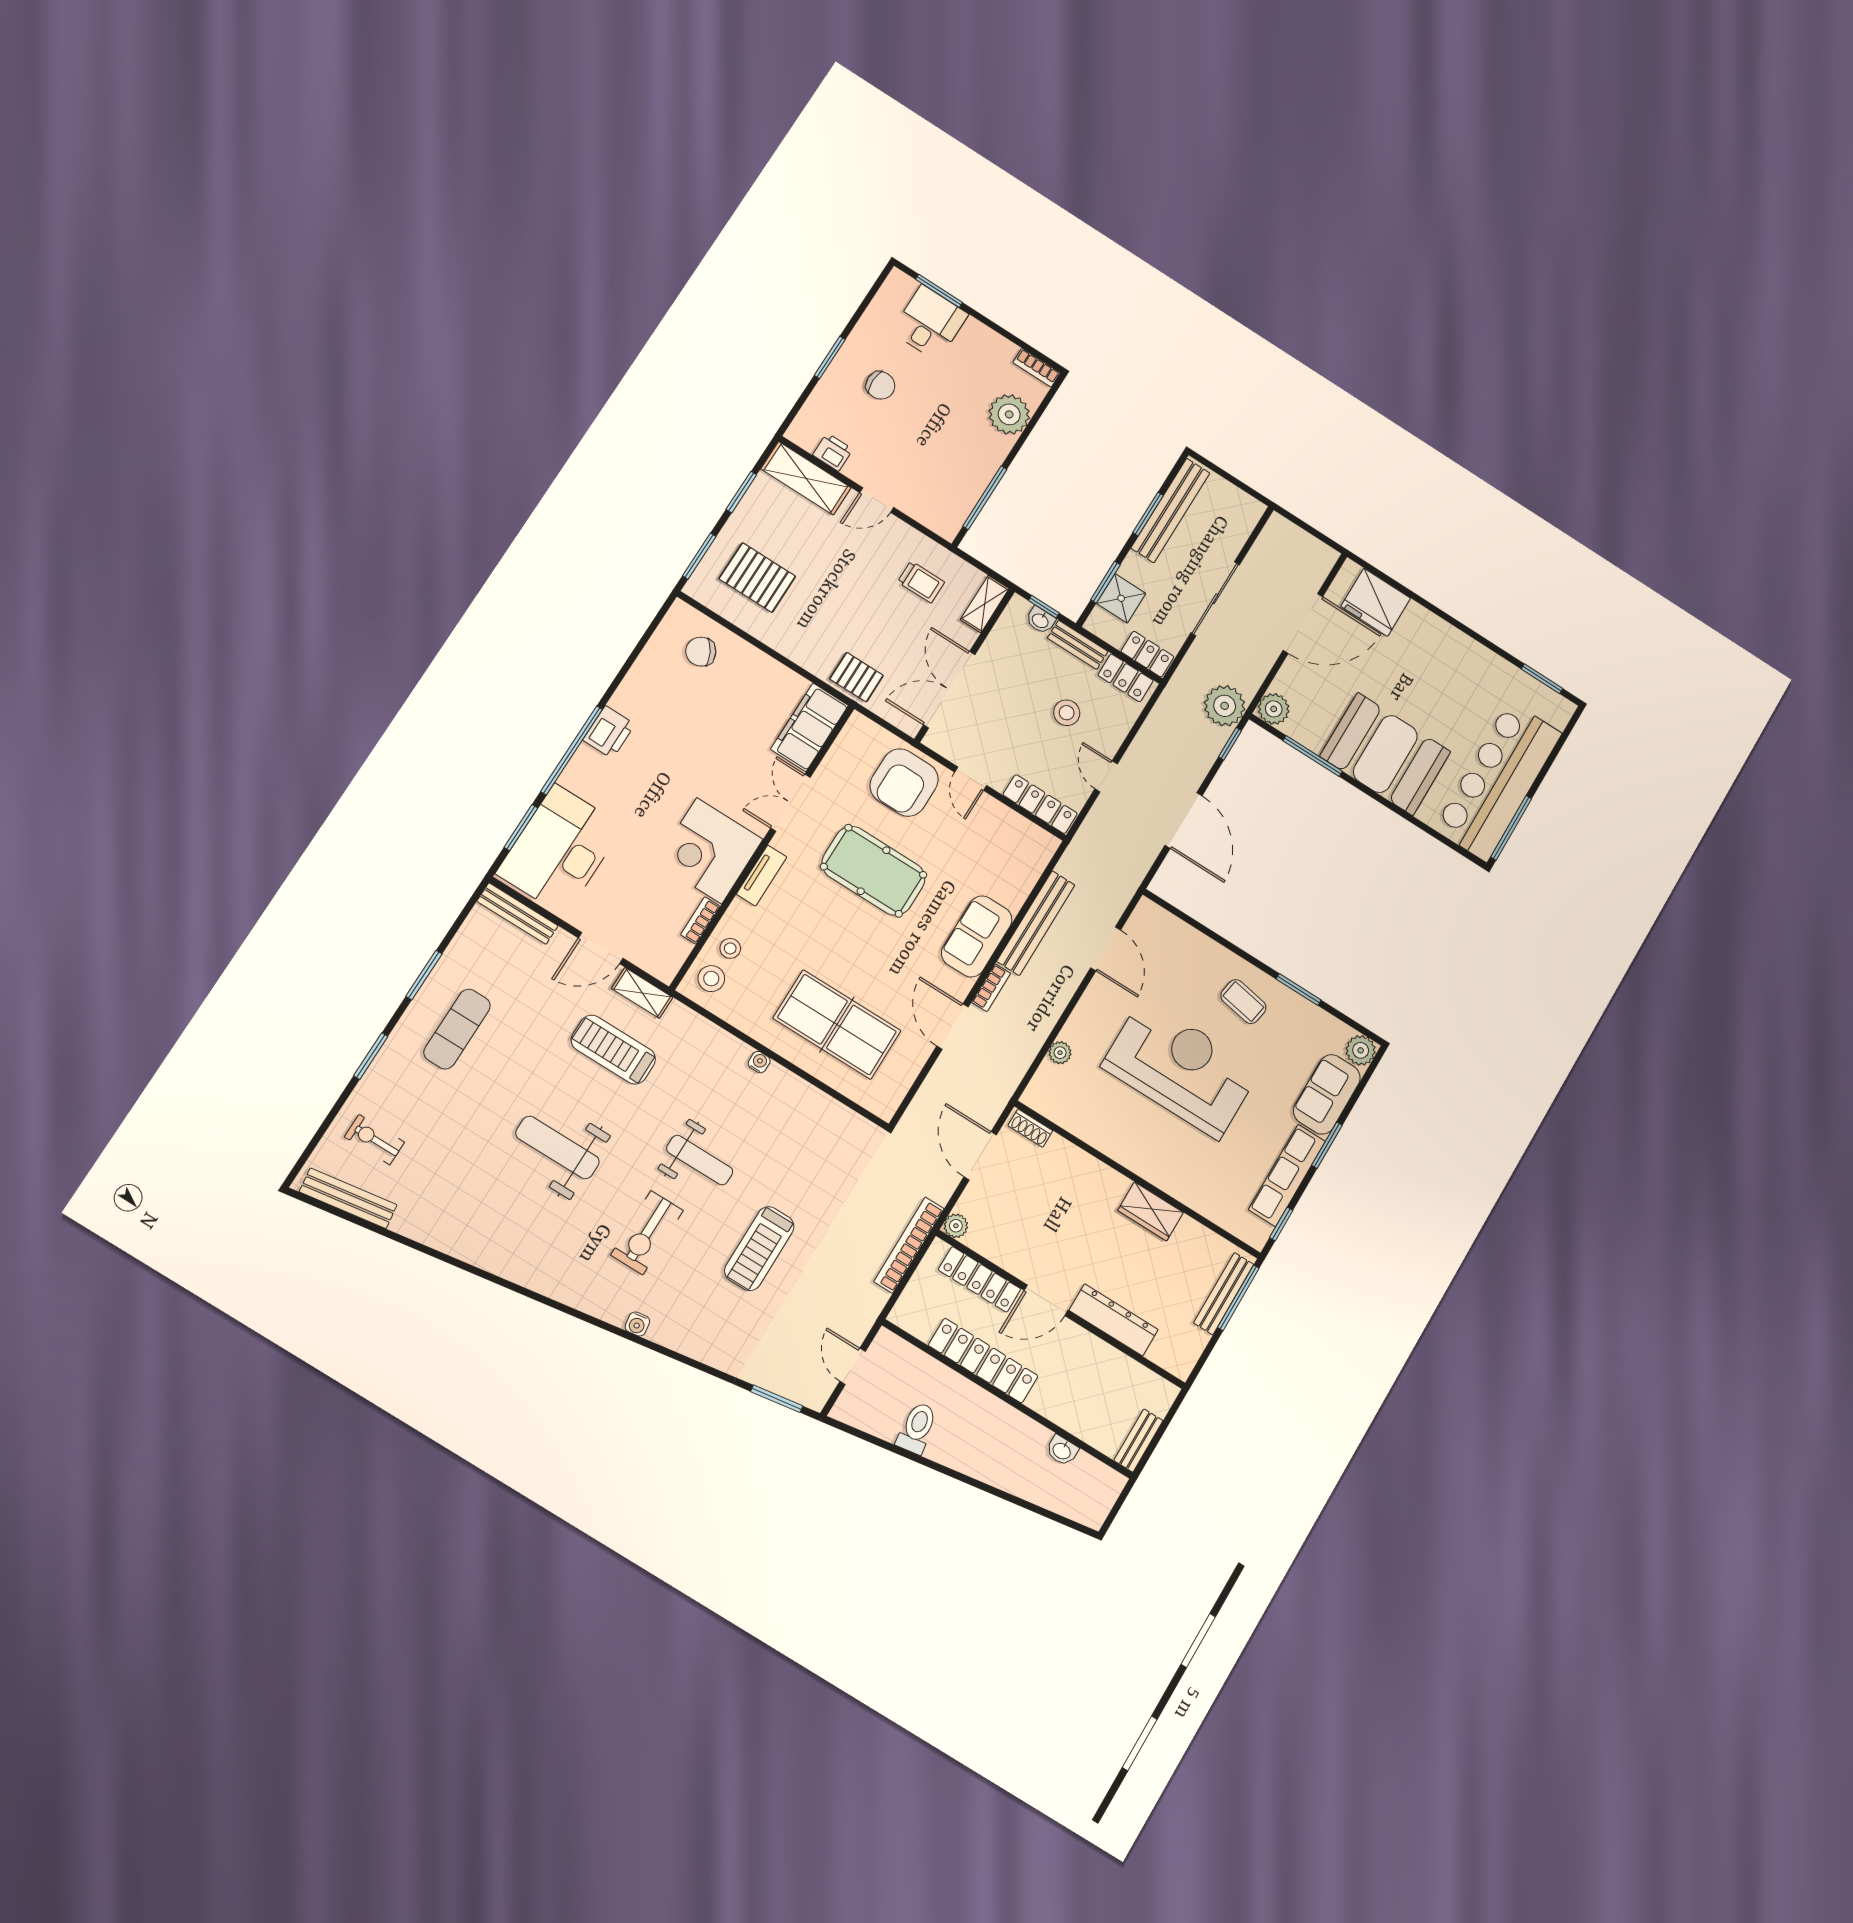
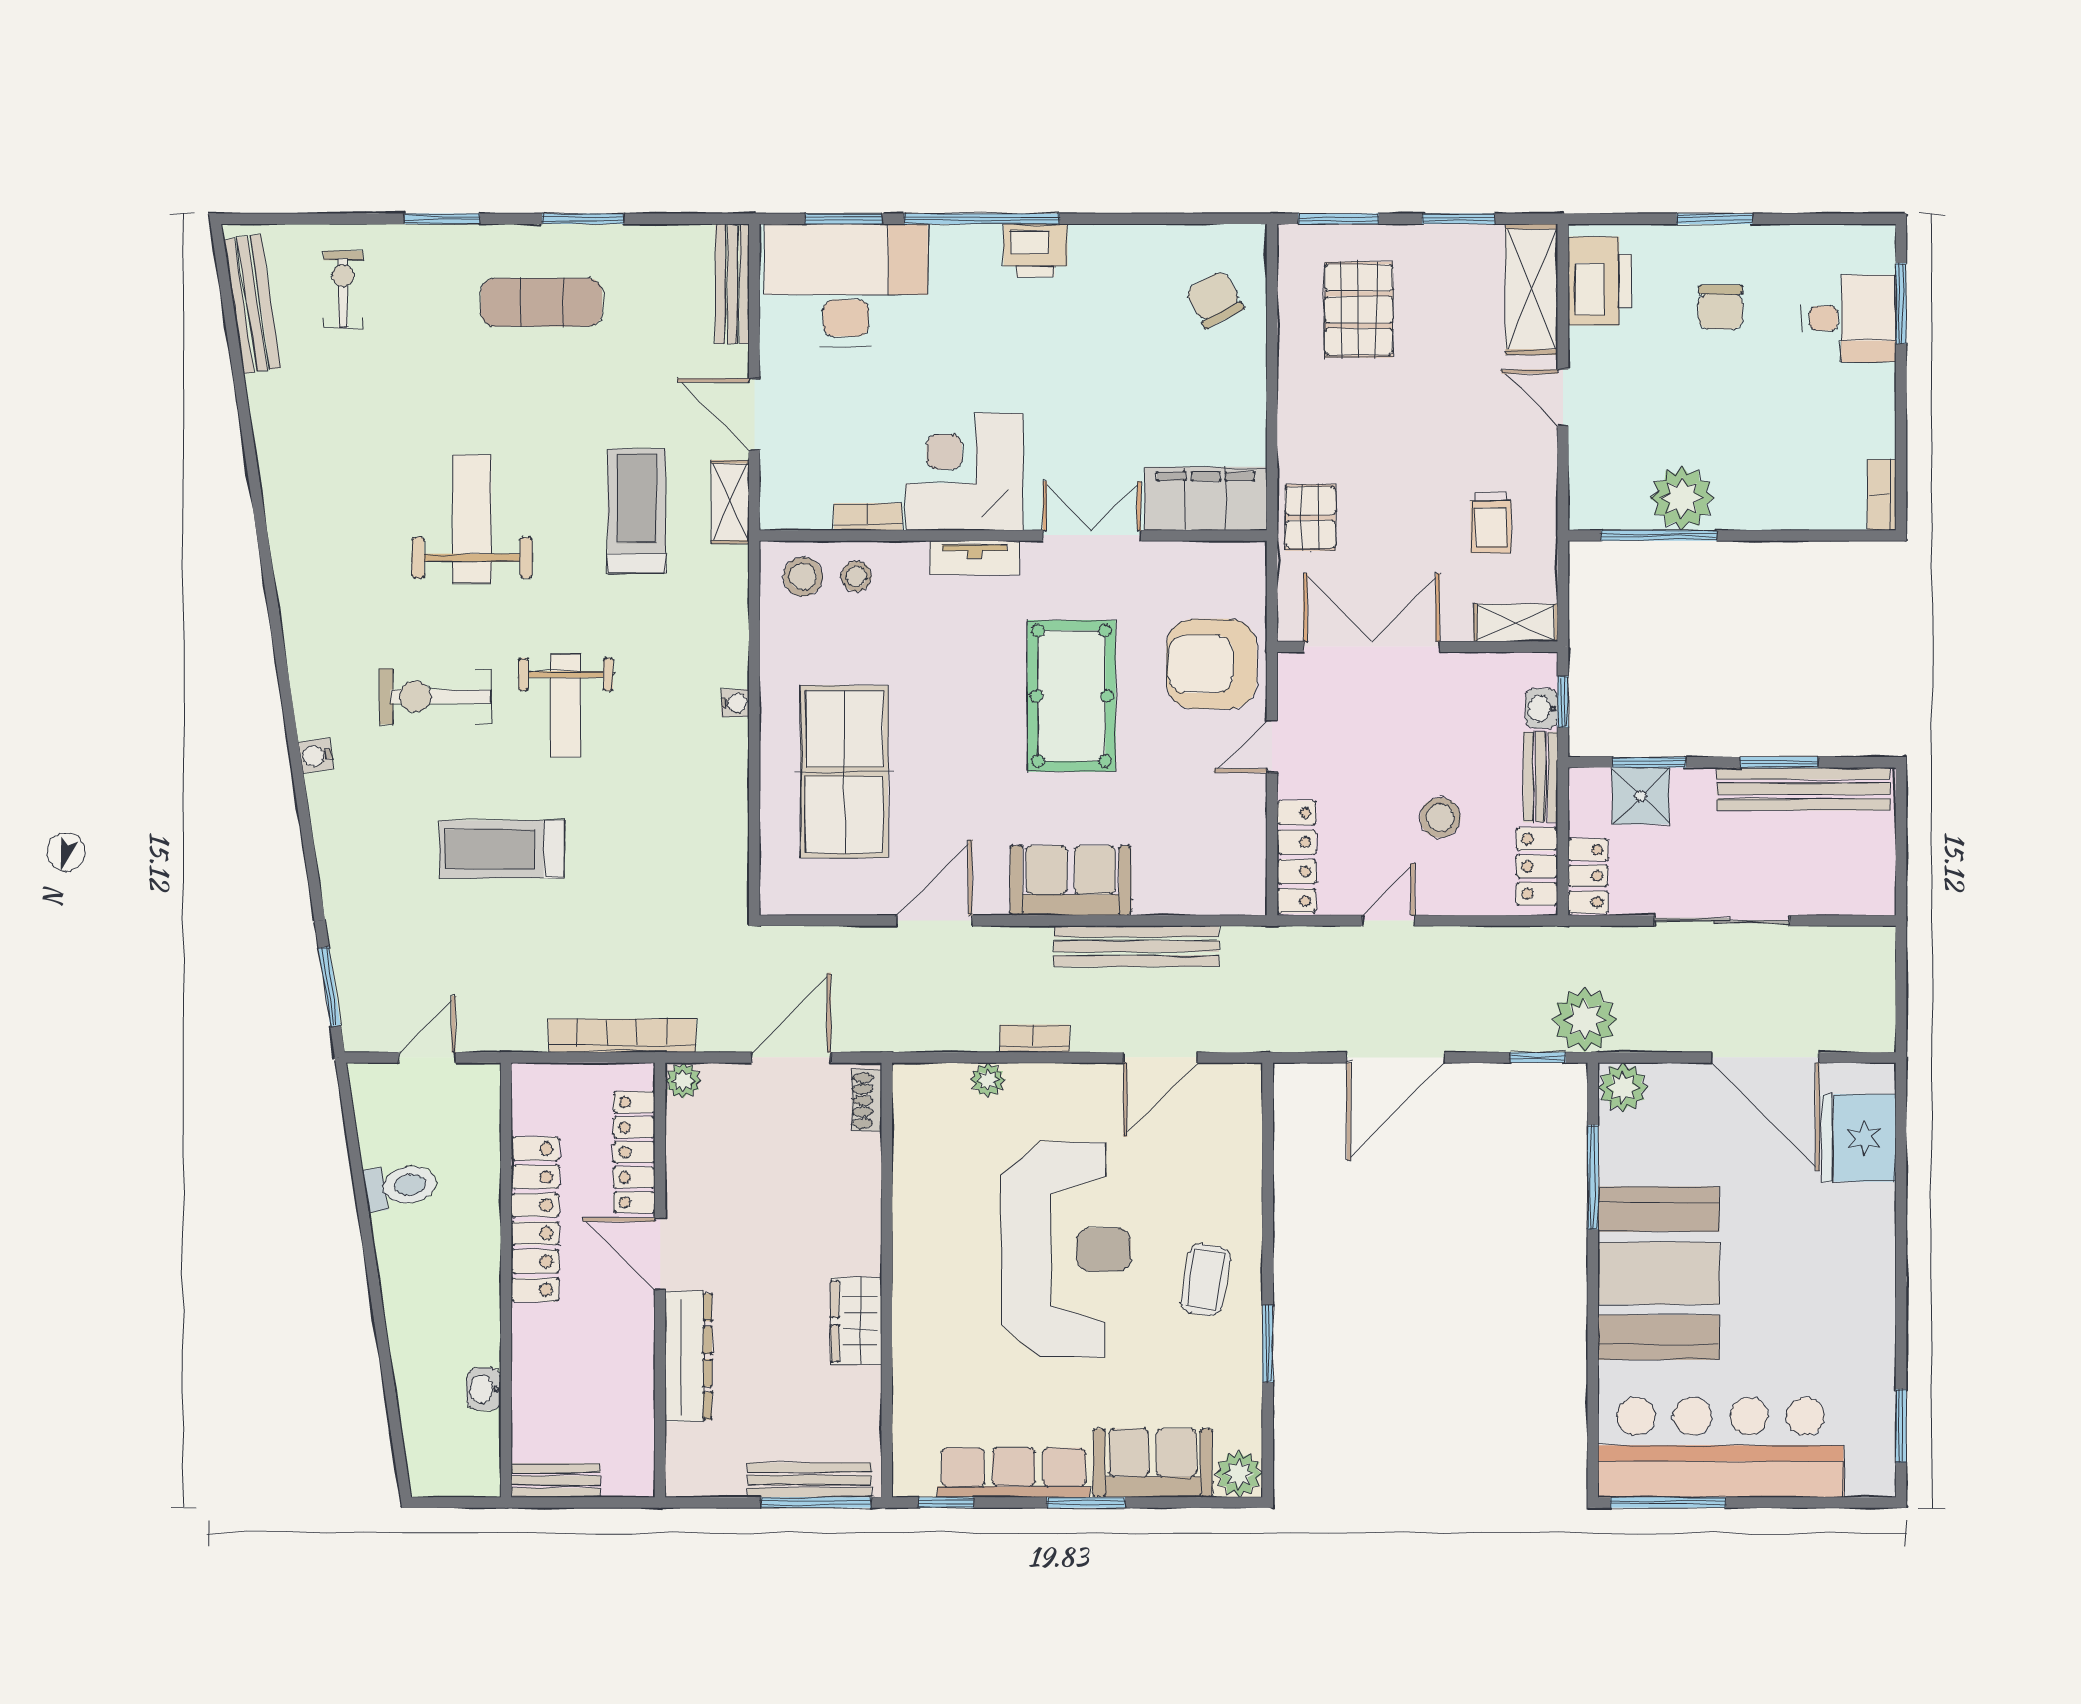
plant: (1009, 414) -> (1682, 498), moved
printer: (833, 452) -> (1600, 281), width x1.87, depth x1.48
bookcase: (991, 988) -> (1035, 1038), moved, turned 180

